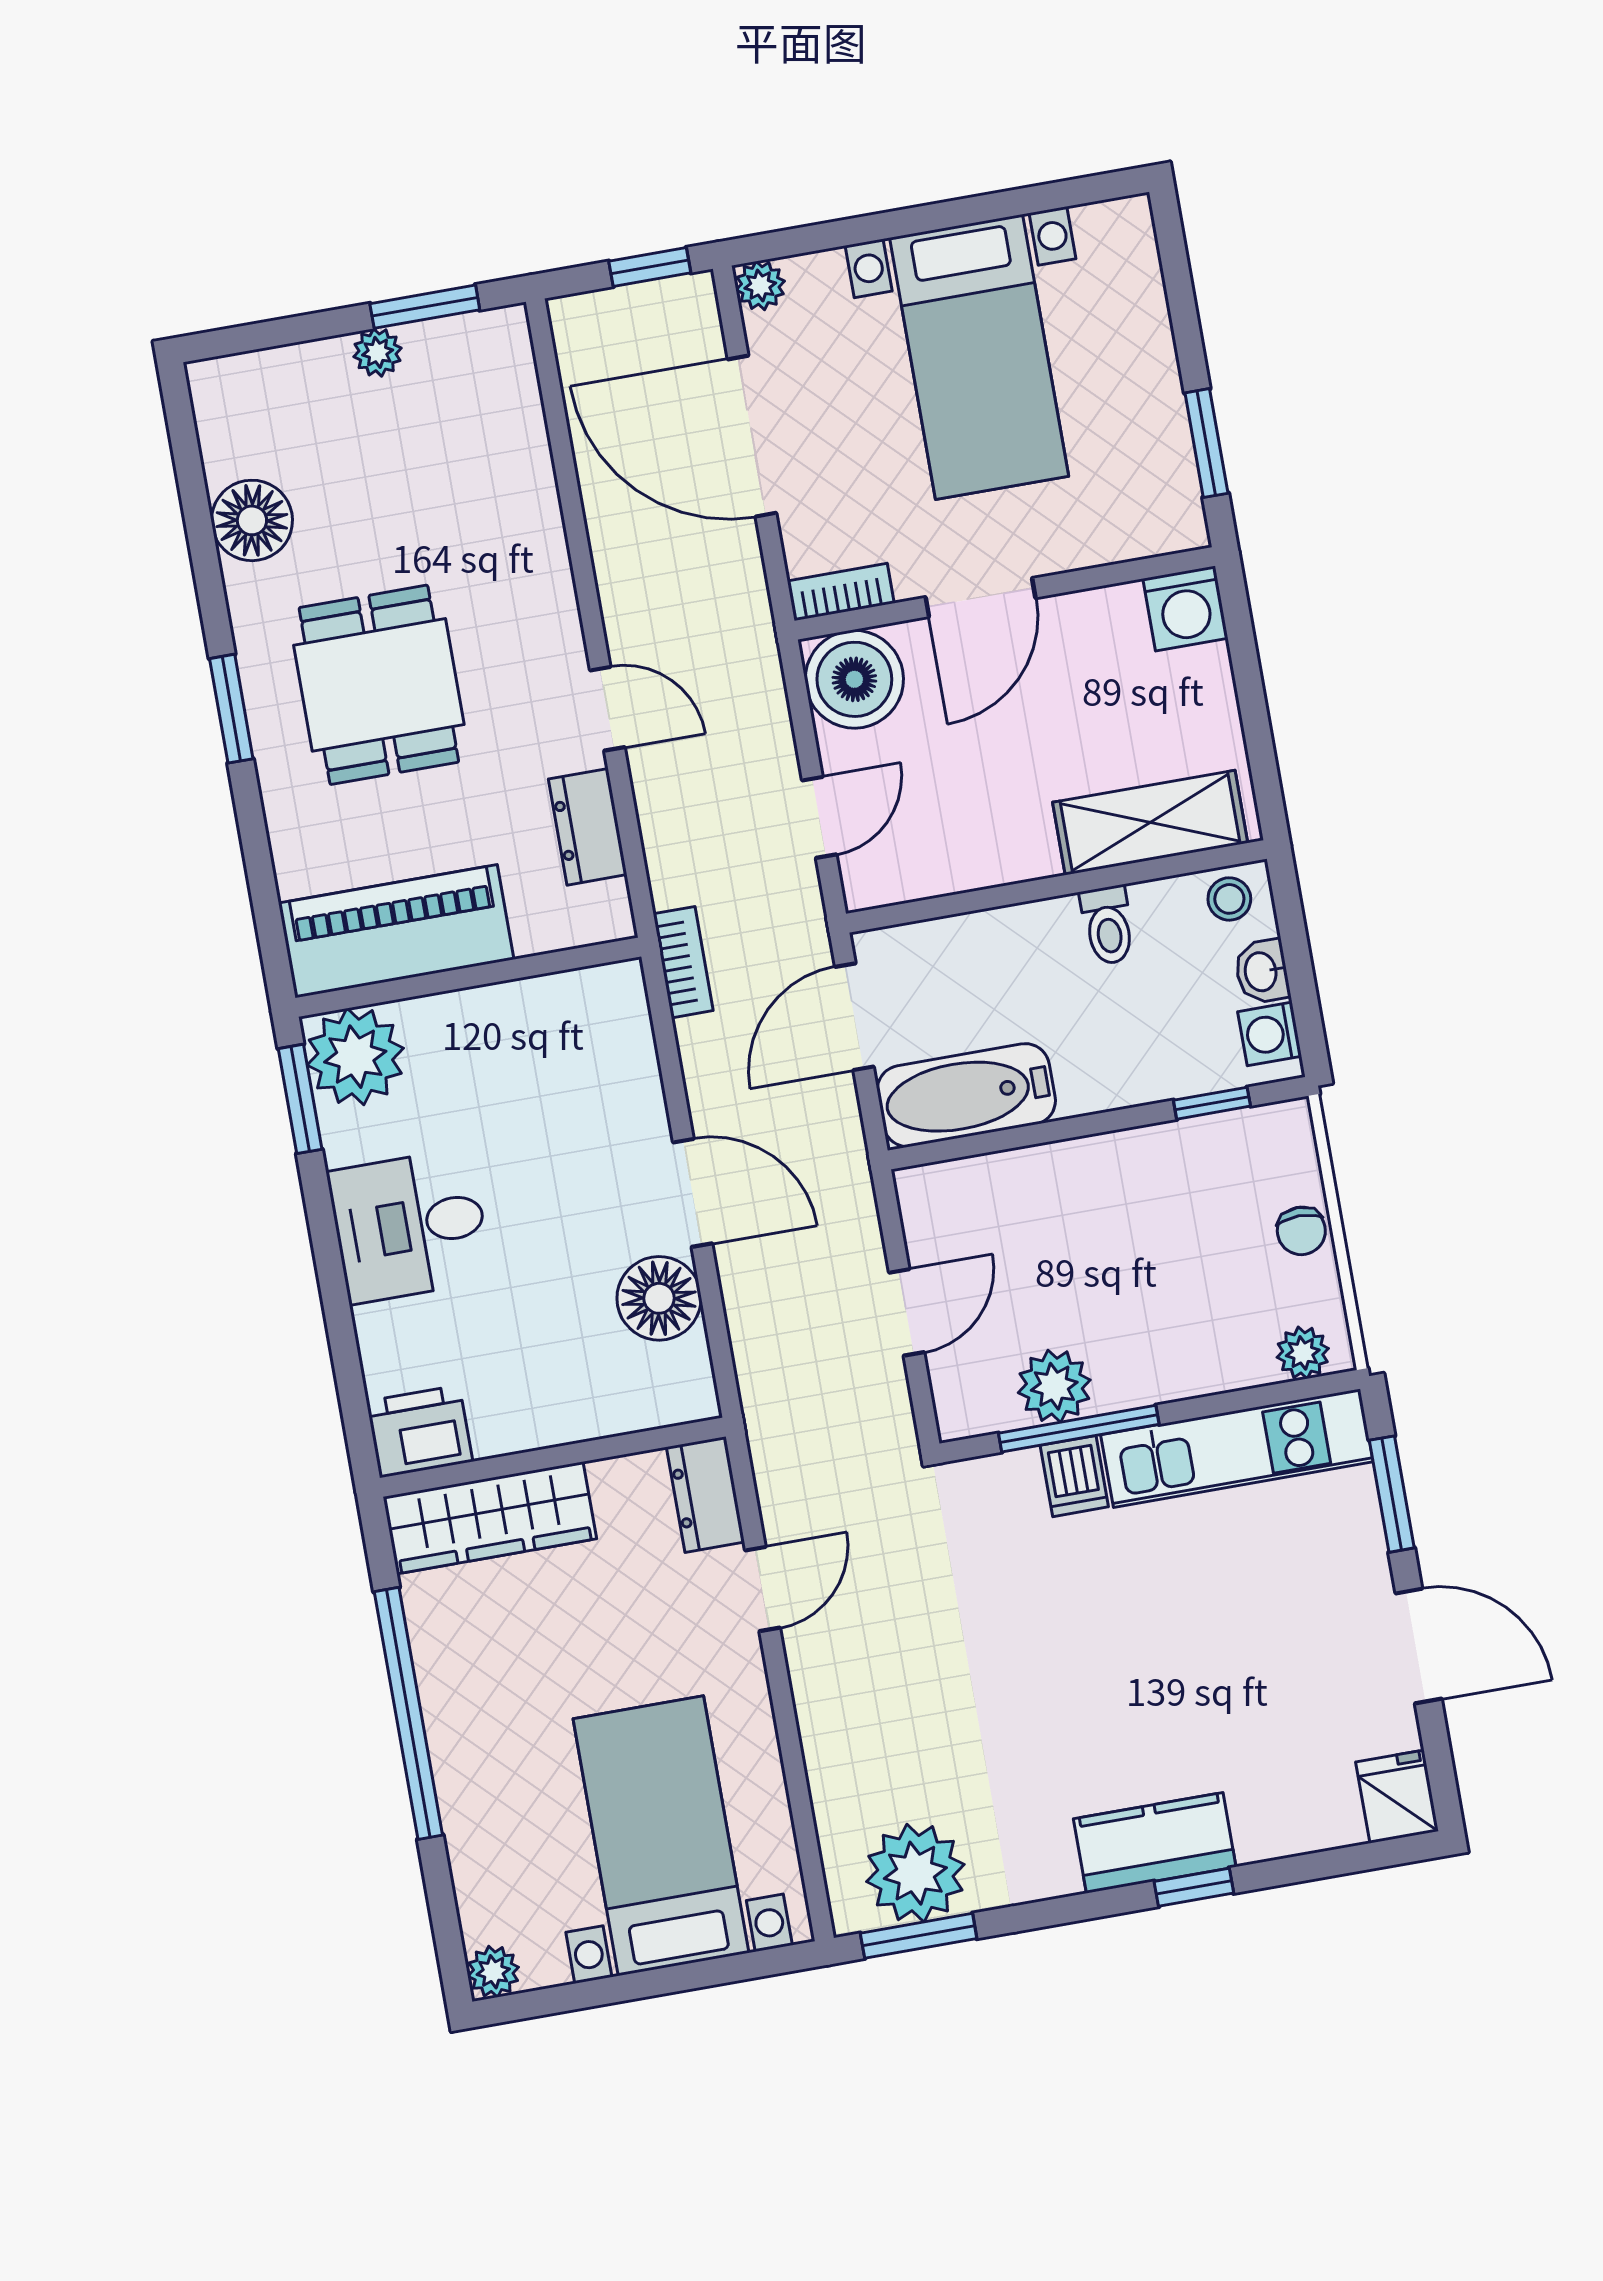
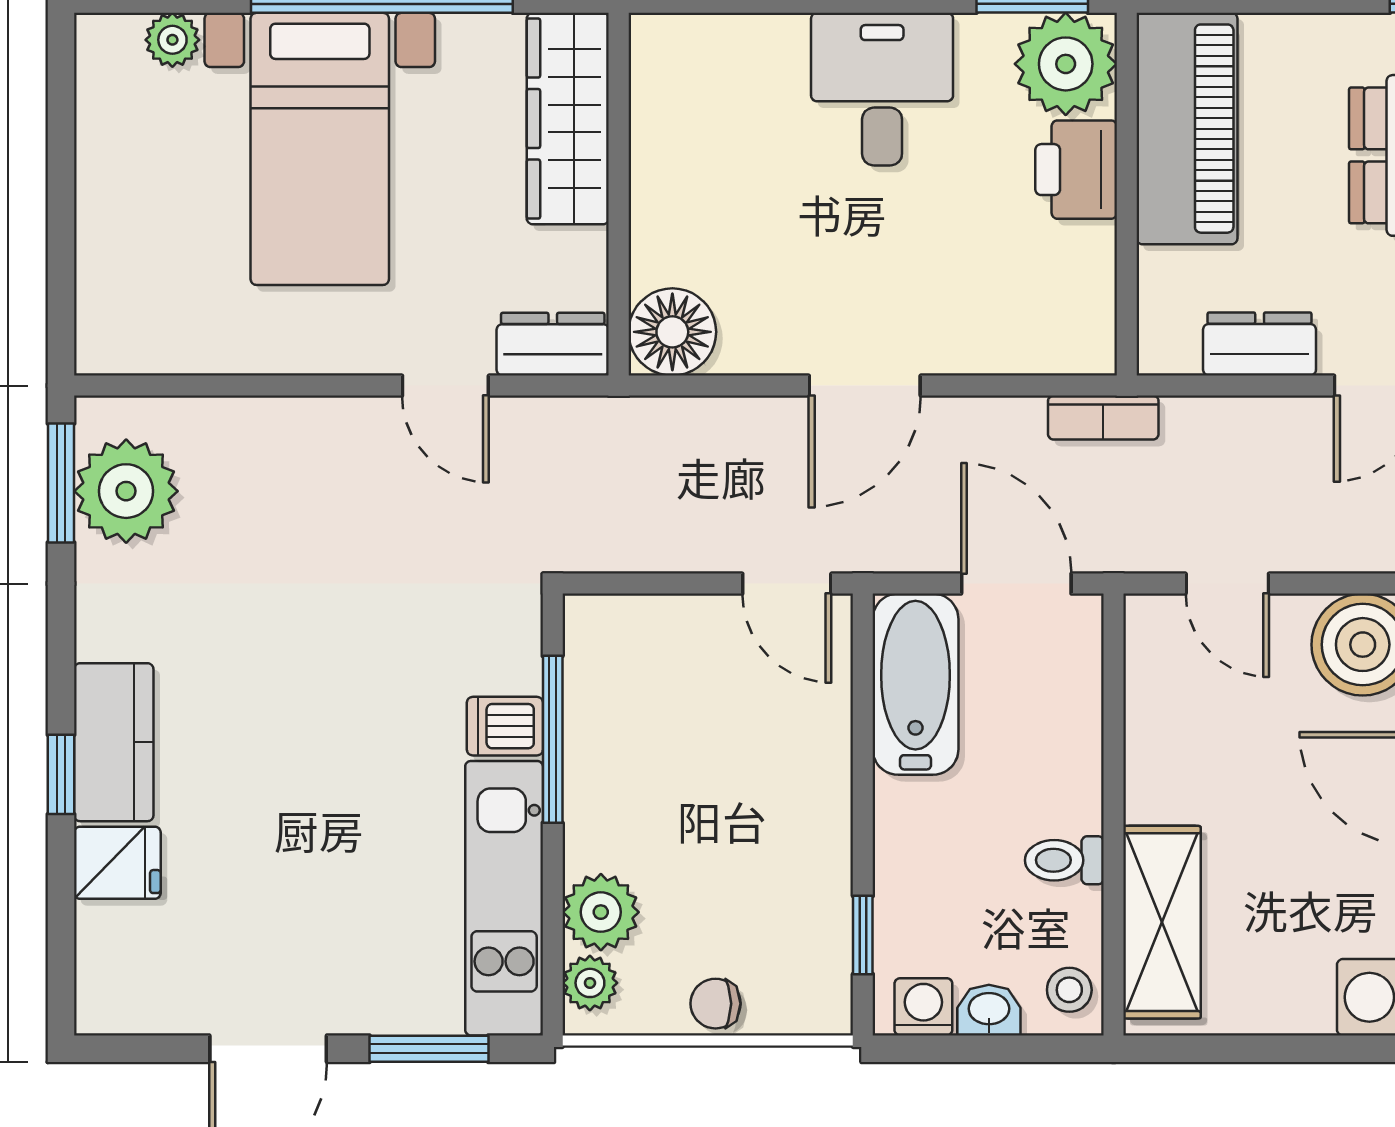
floor lamp: (659, 1298) -> (672, 332), moved
door: (907, 1312) -> (787, 584), moved
plant: (1054, 1386) -> (601, 912), moved
printer: (420, 1431) -> (1076, 170), moved, turned 180
fridge: (1397, 1797) -> (117, 863), moved
bed with nightstands: (661, 1836) -> (320, 149), moved, turned 90
plant: (493, 1972) -> (172, 40), moved

